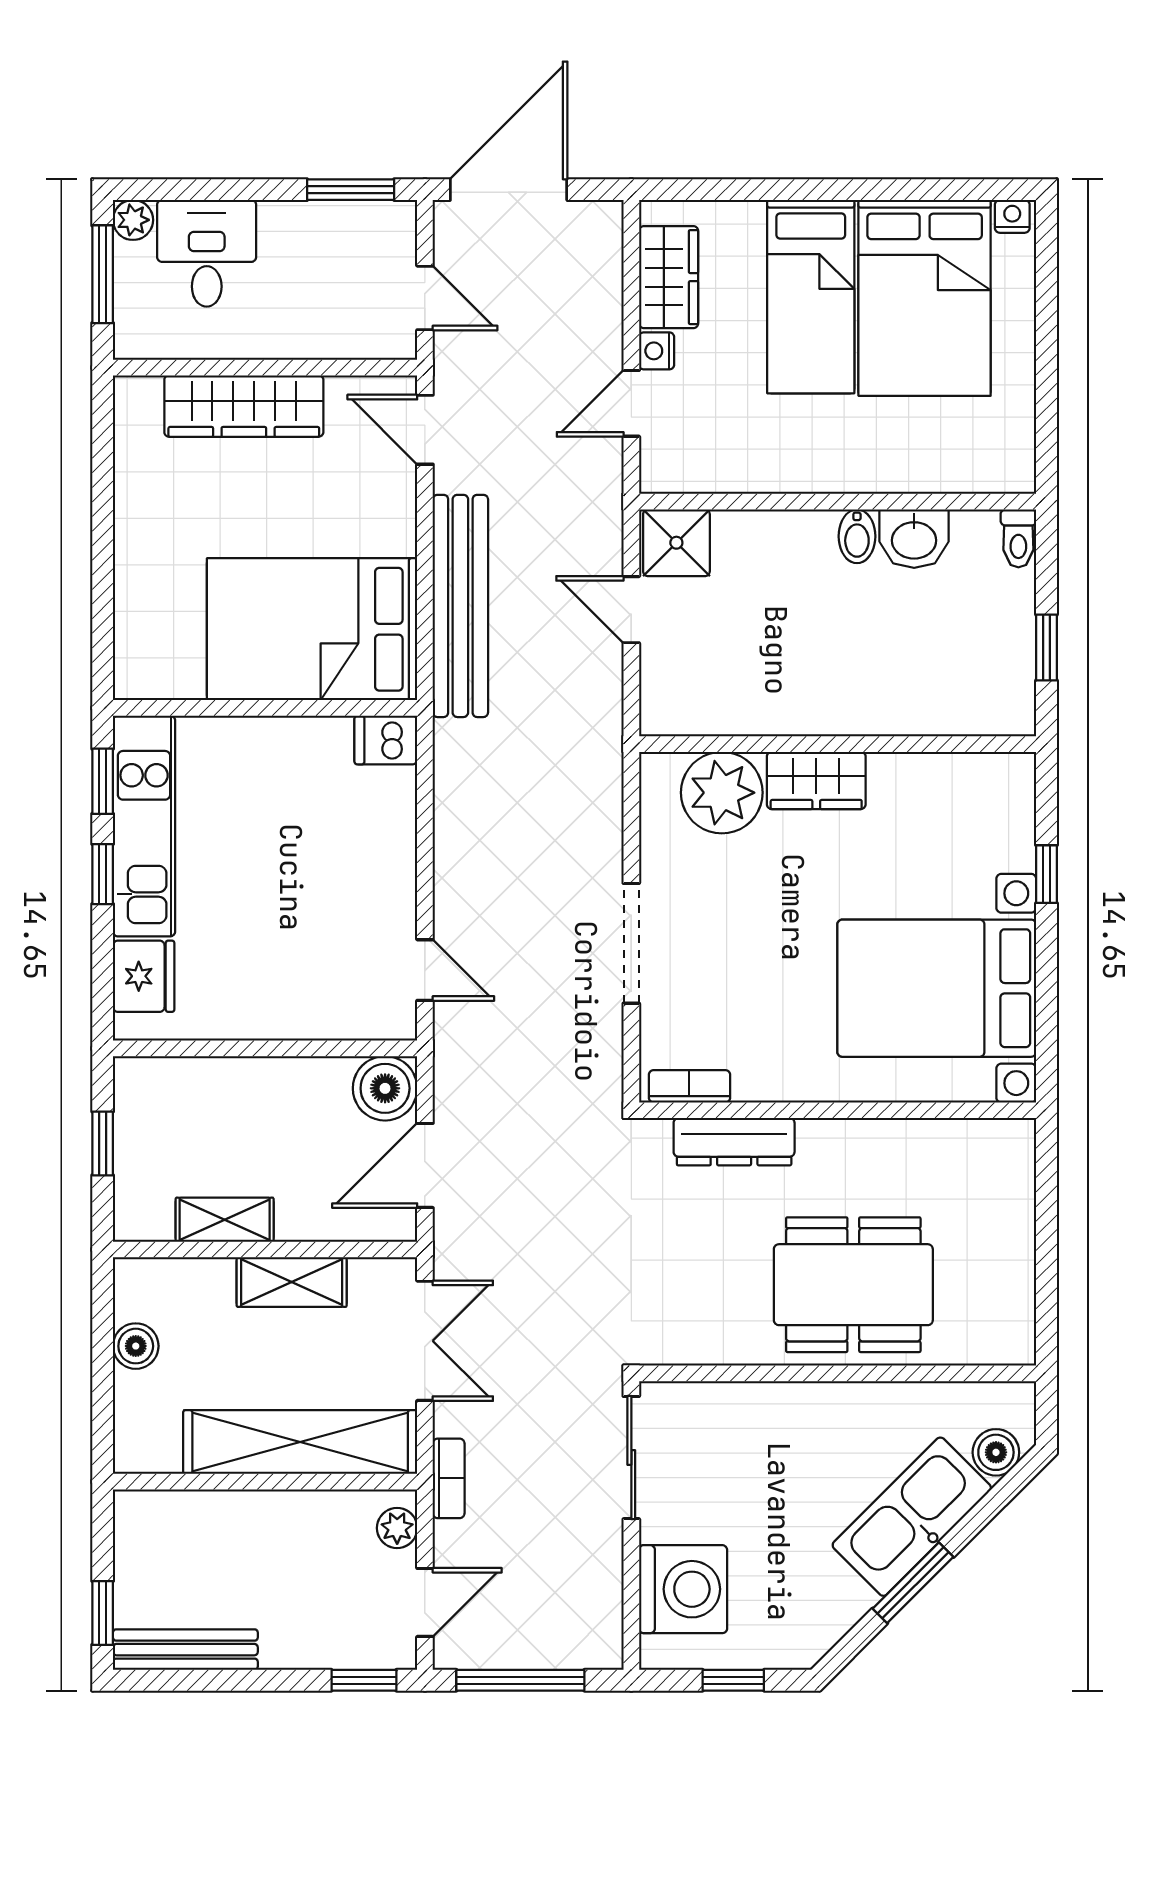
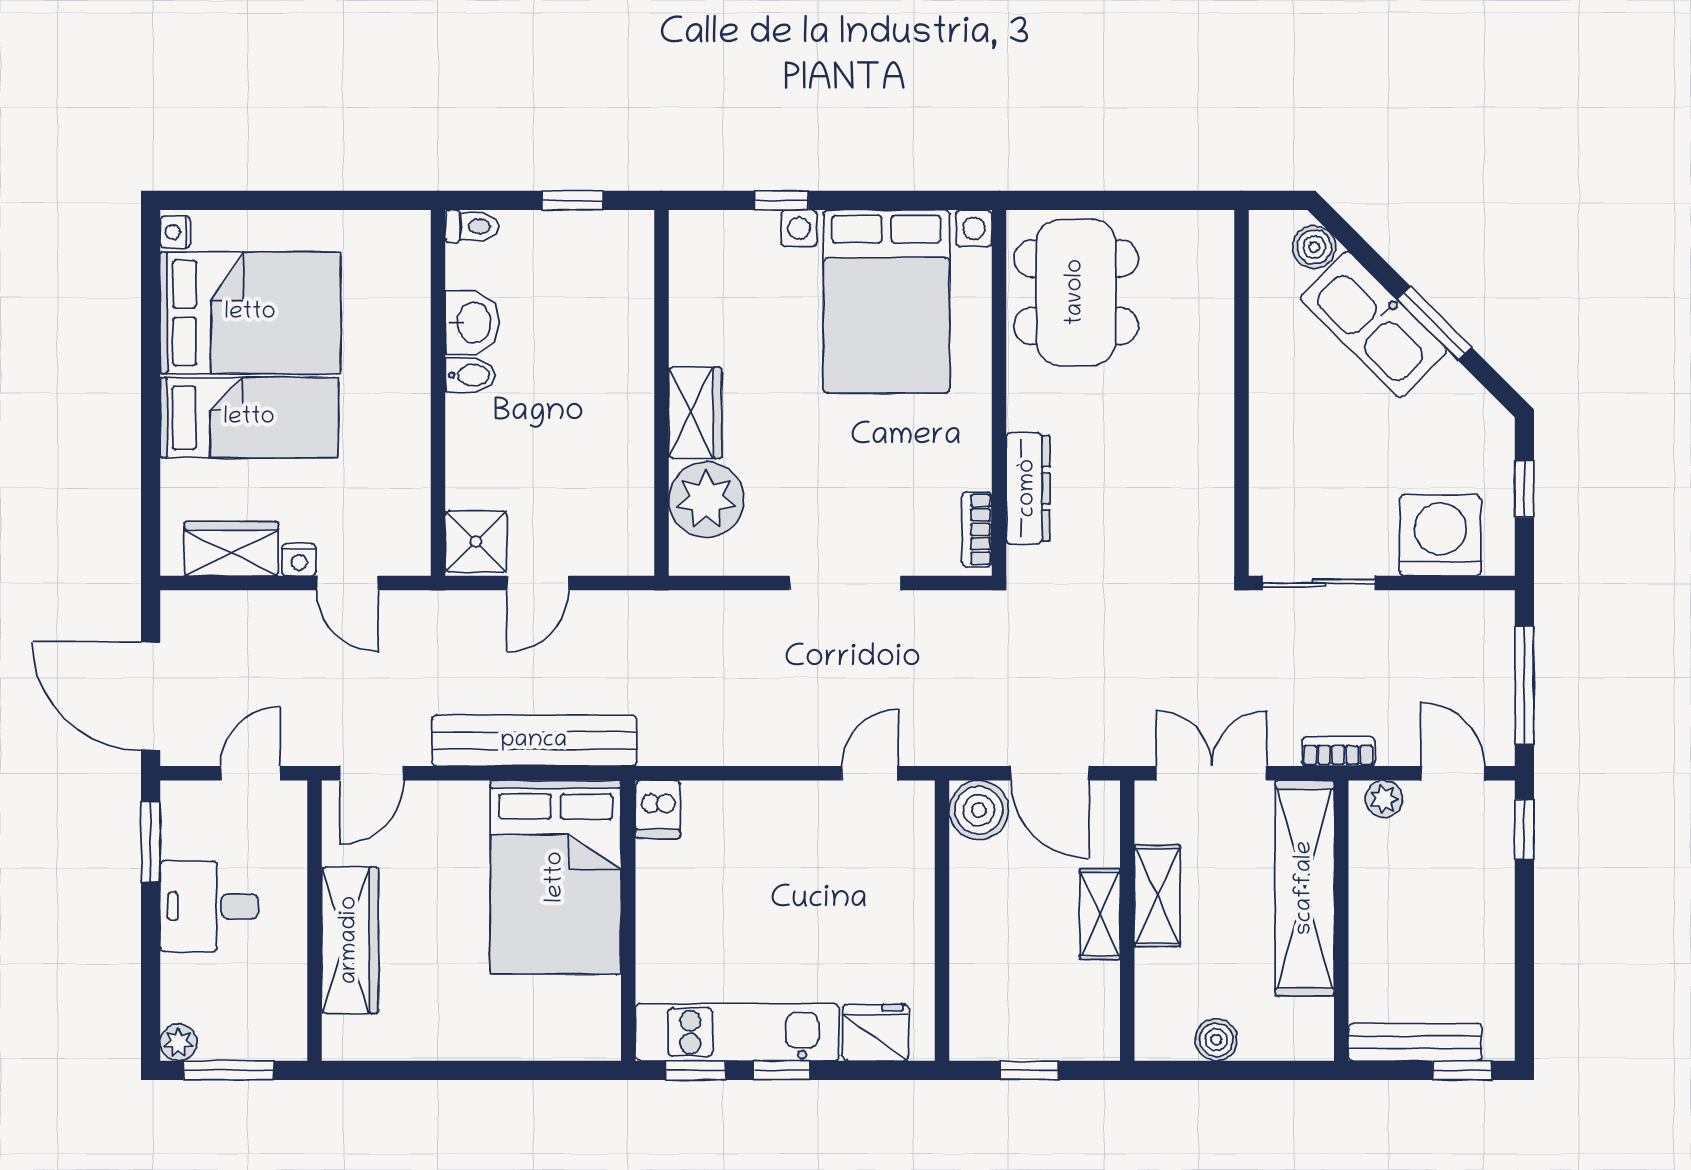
desk: (207, 253) -> (209, 906), moved
shelving: (225, 1220) -> (1100, 914), moved
dining table: (853, 1285) -> (1076, 292), moved
bench: (185, 1650) -> (1415, 1042), moved, turned 90

